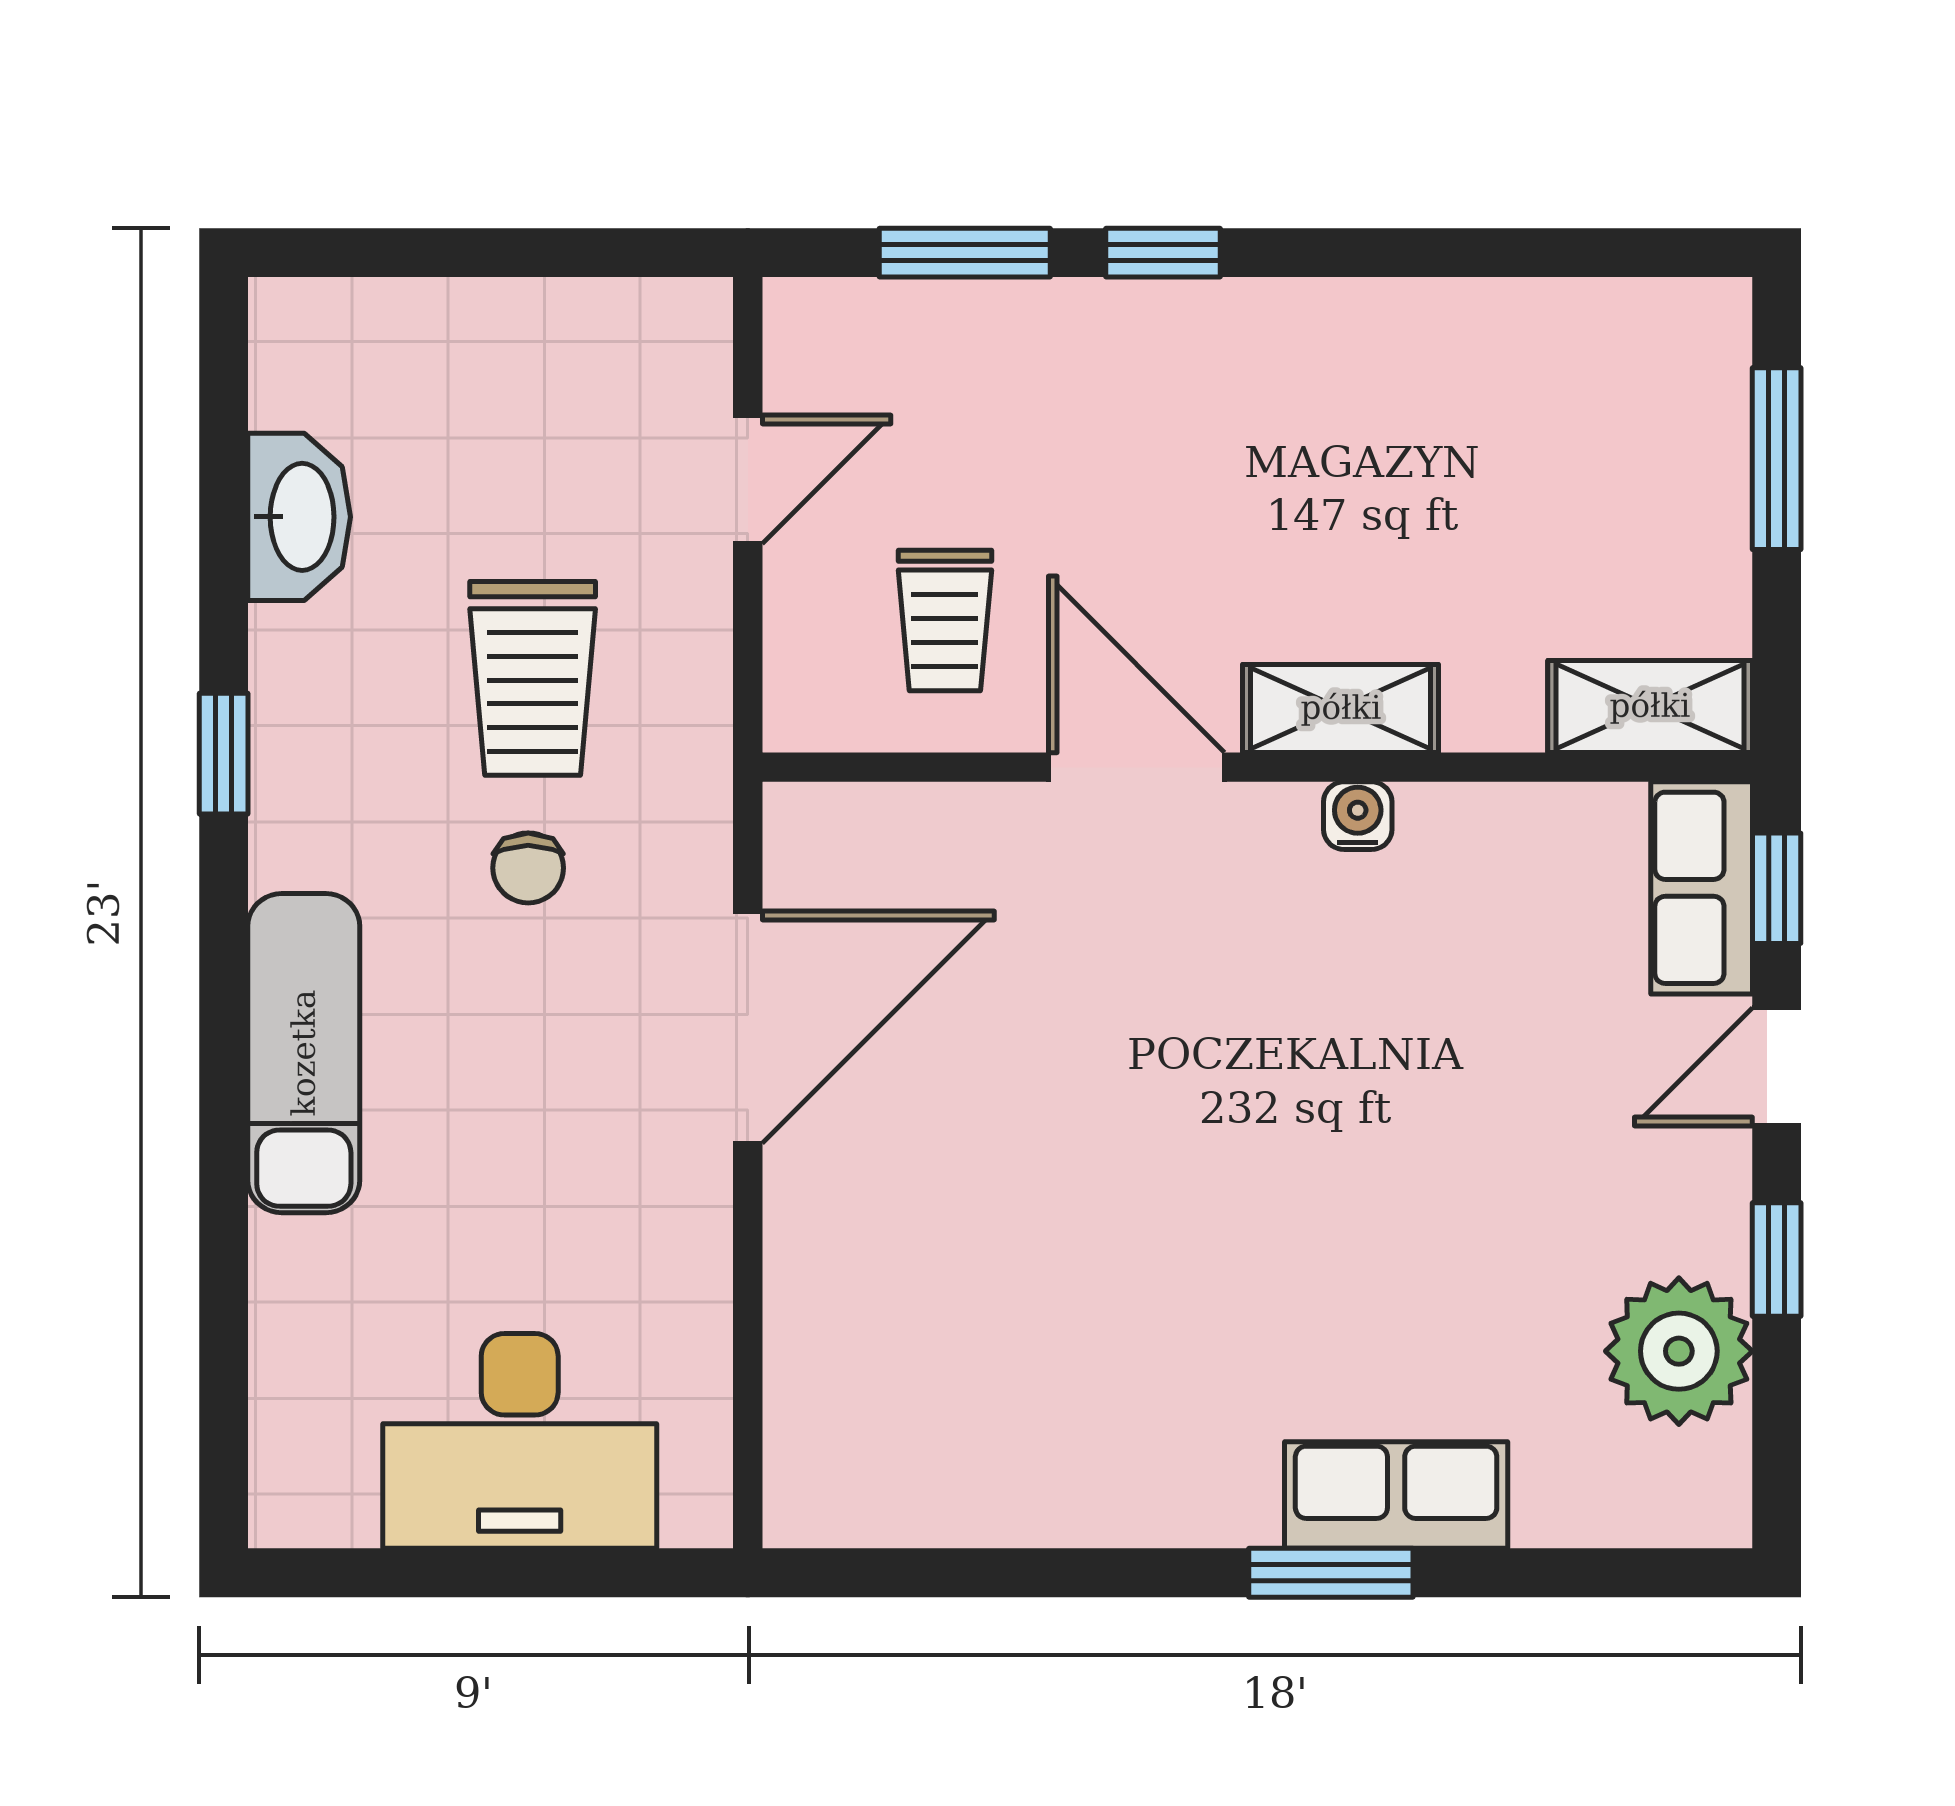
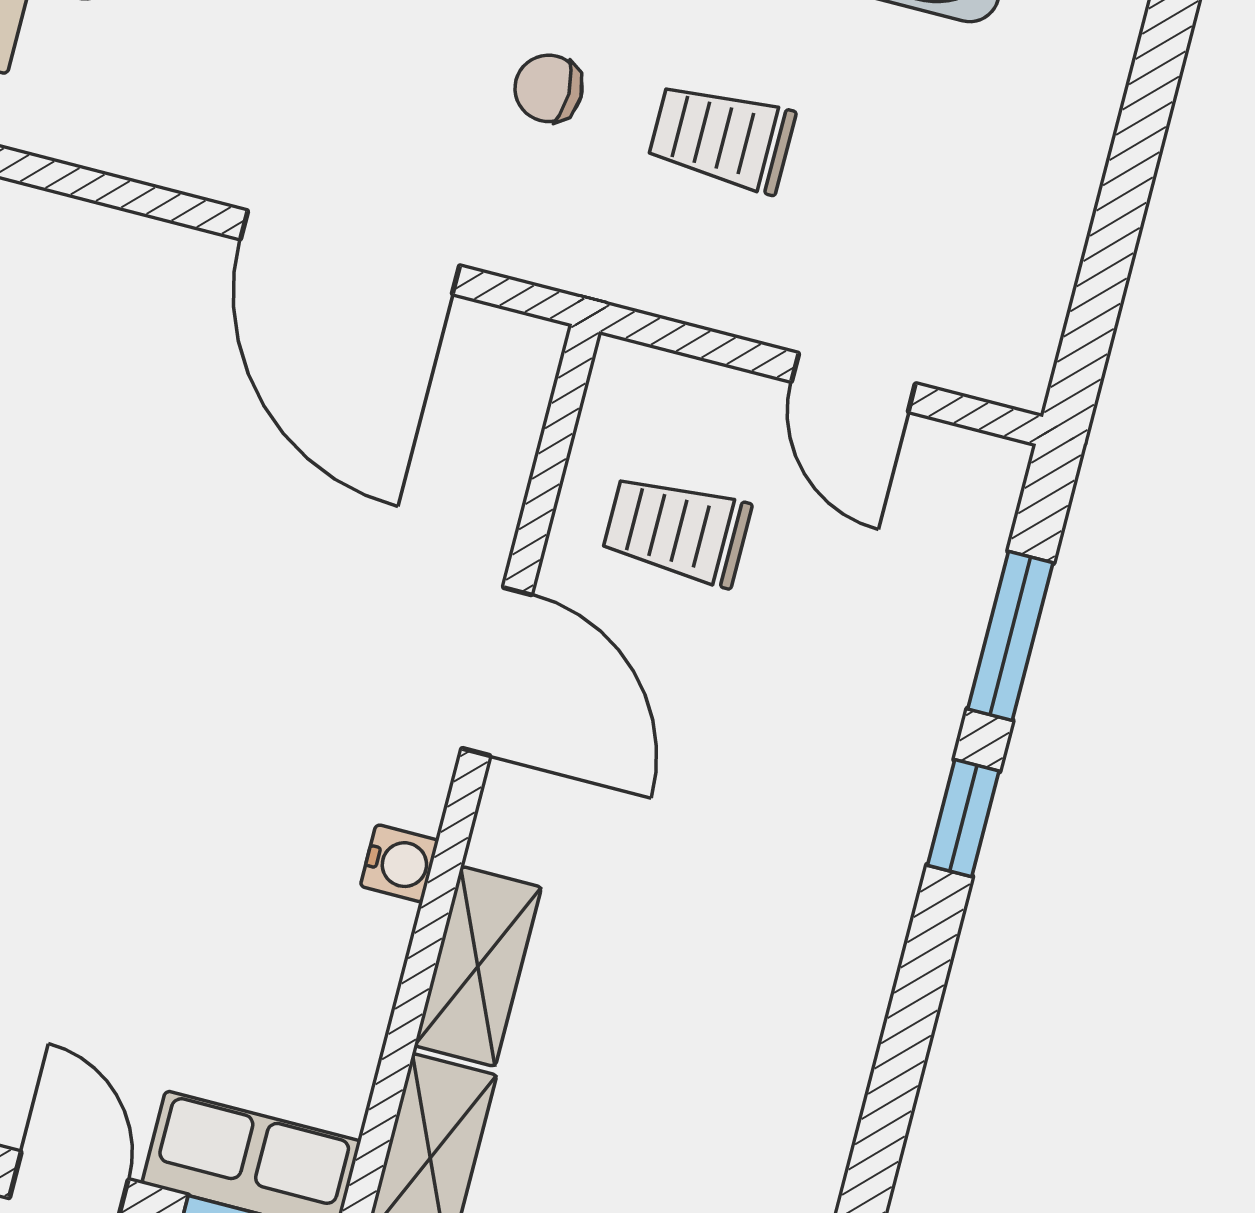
trolley: (533, 678) -> (722, 137), width x0.73, depth x0.72
shelving: (1341, 708) -> (478, 966), moved
door: (1137, 767) -> (497, 672), hinge flipped

